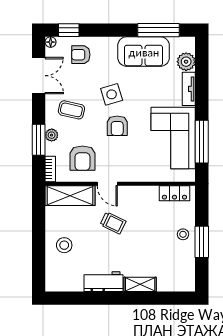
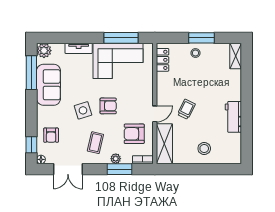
plant: (186, 62) -> (44, 51), moved
double door: (39, 76) -> (68, 169), swing flipped
armchair: (82, 158) -> (134, 134), turned 180
shelving: (140, 284) -> (236, 56), moved

